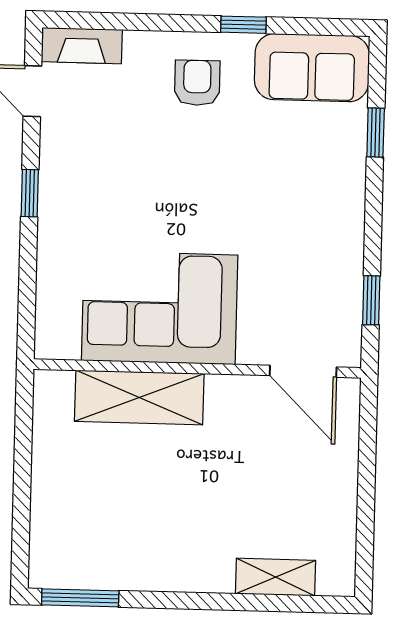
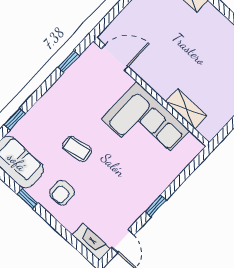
coffee table: (235, 173) -> (77, 149), added
door: (303, 371) -> (115, 58), hinge flipped
shelving: (139, 397) -> (186, 109), width x0.67, depth x0.75

